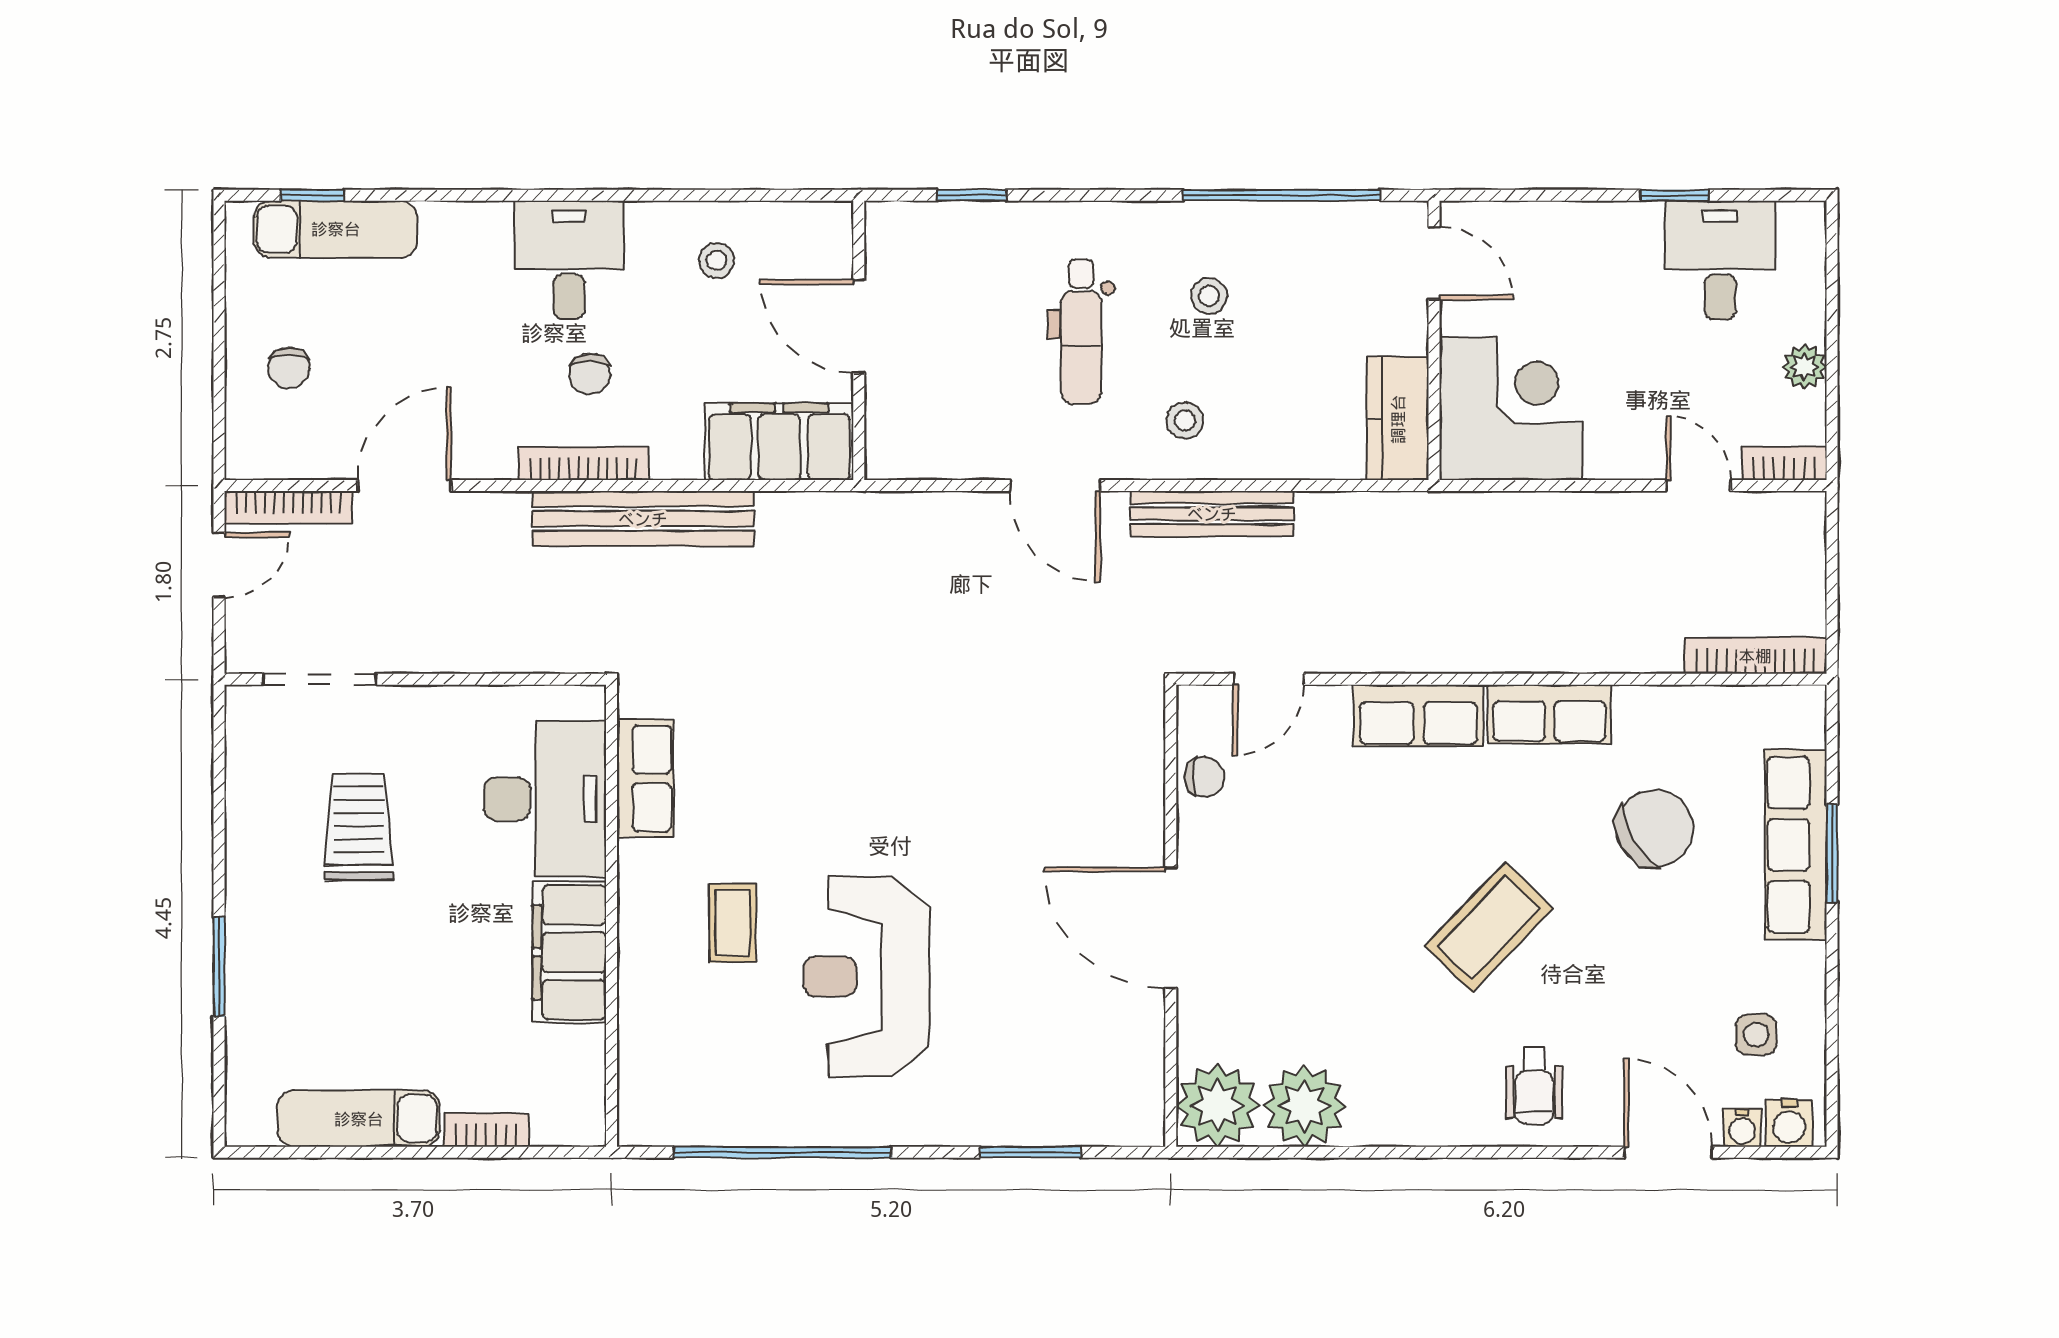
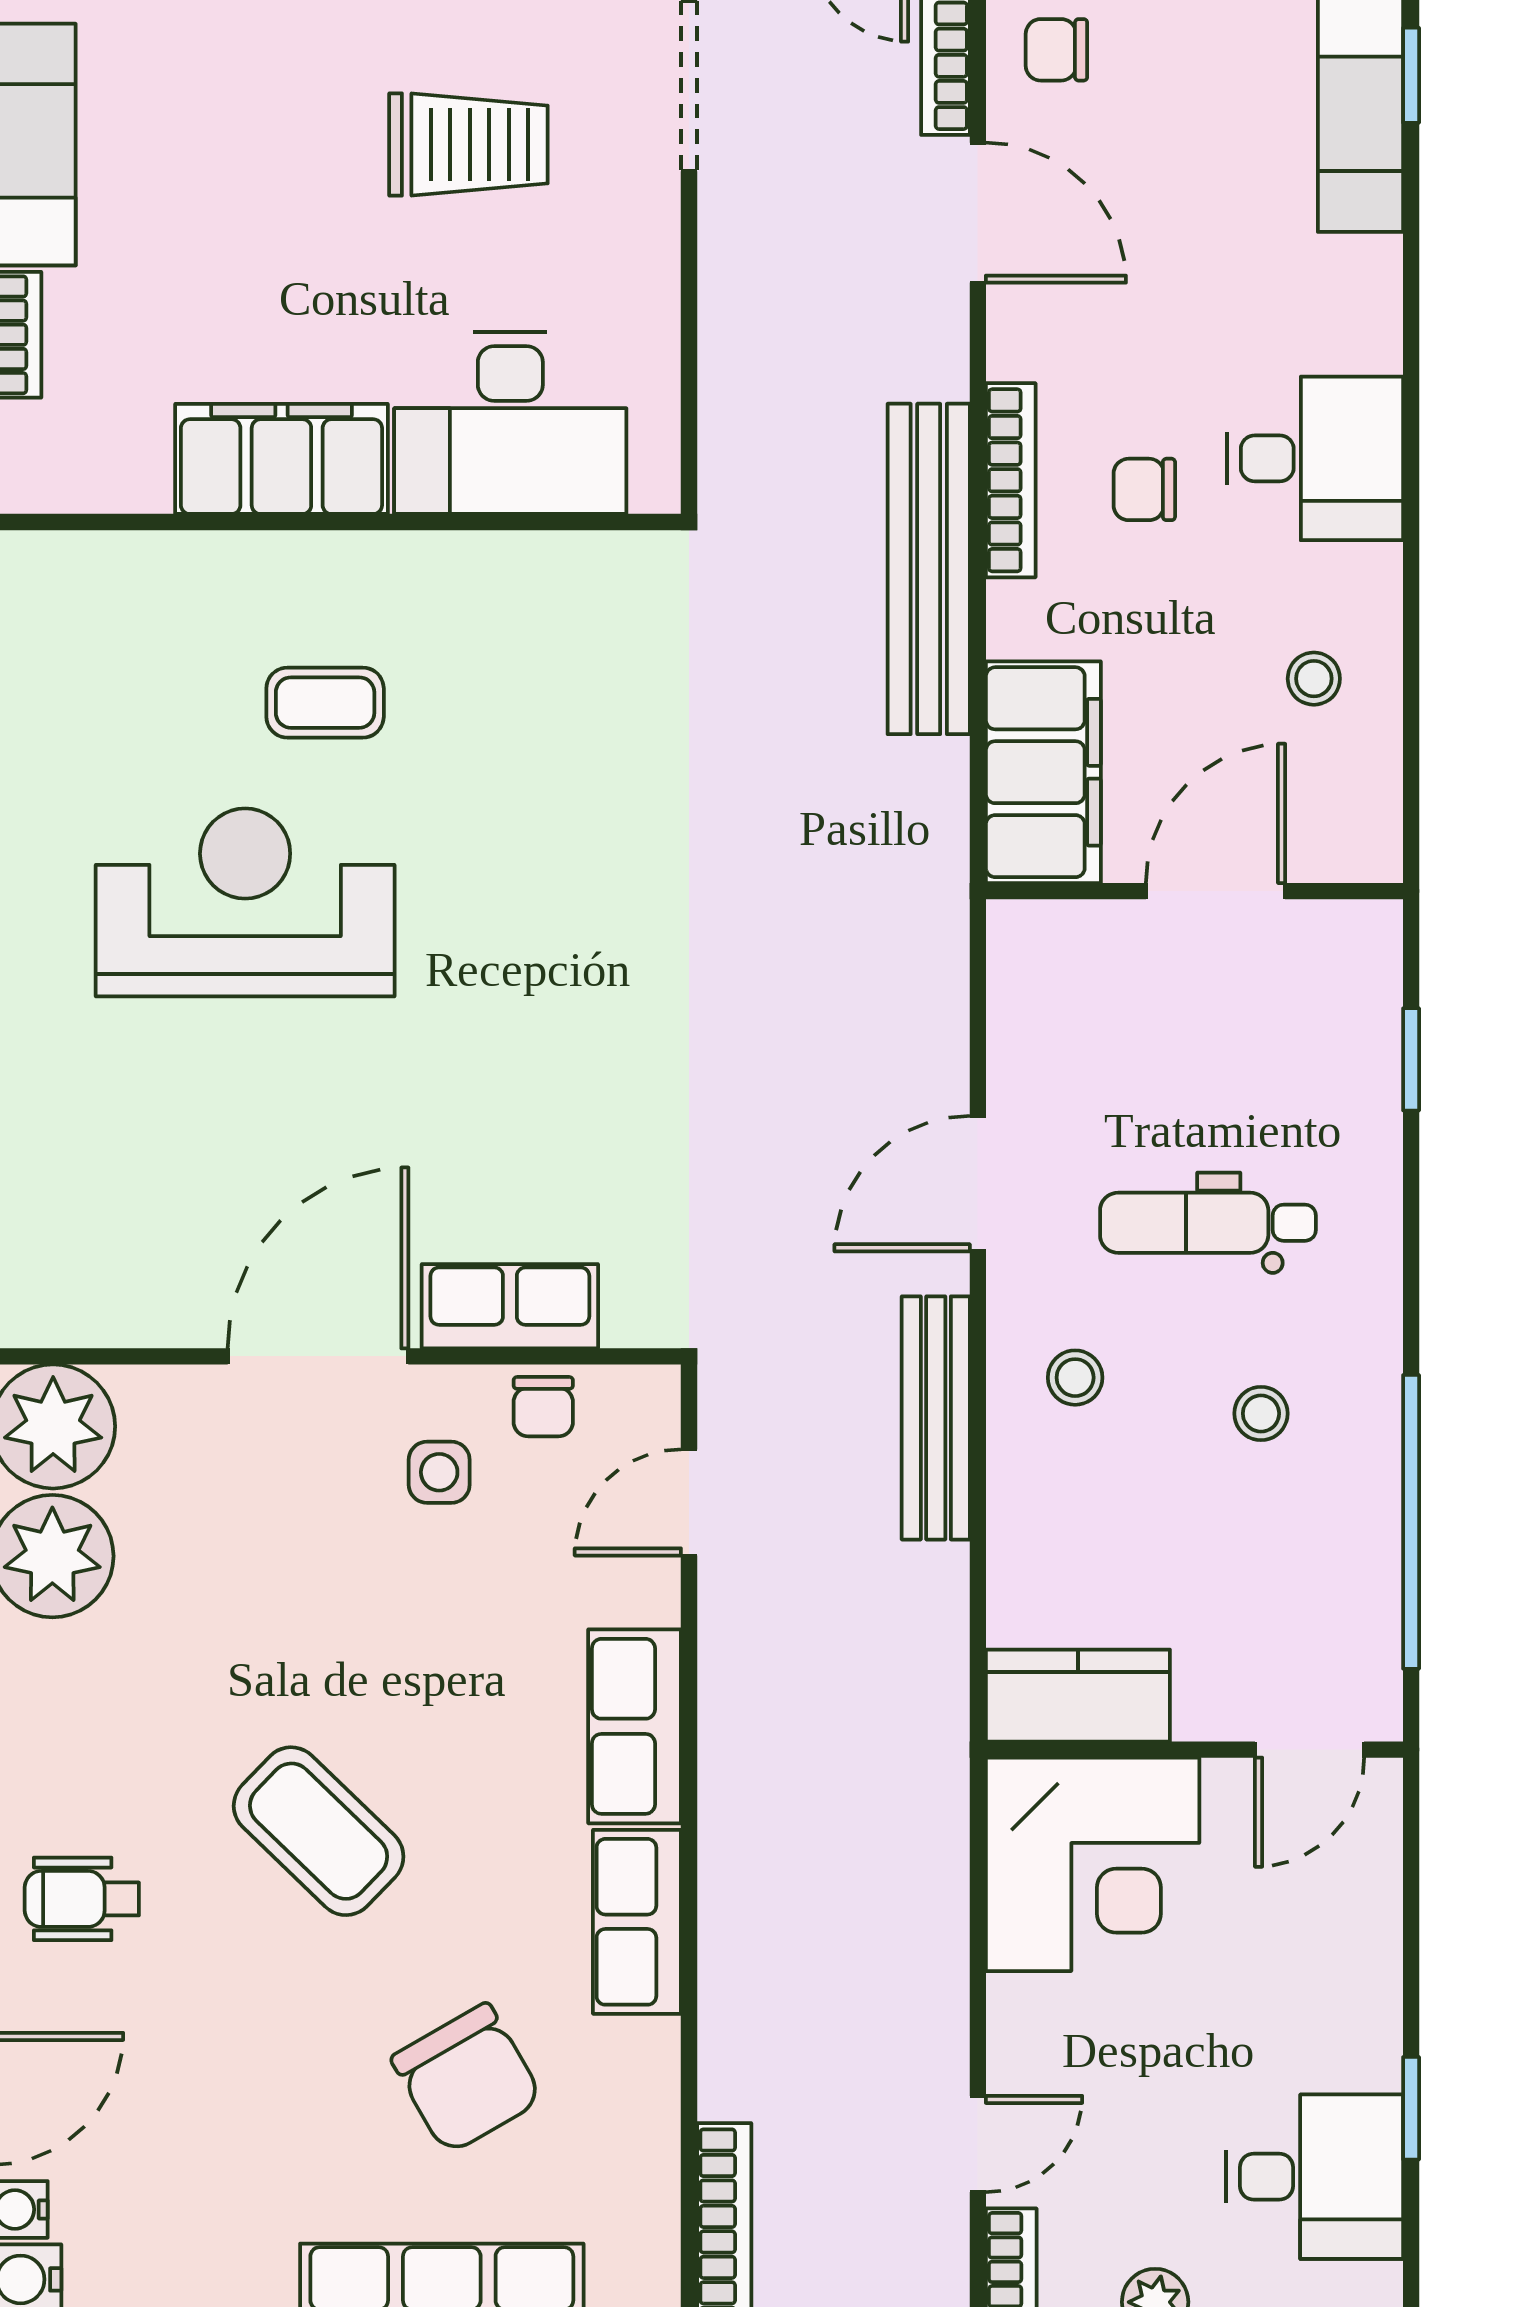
chair: (289, 368) -> (1056, 50), moved
door: (1269, 679) -> (689, 1502), hinge flipped
row of seats: (645, 779) -> (510, 1306), moved, turned 180
side table: (1756, 1035) -> (439, 1472), moved

